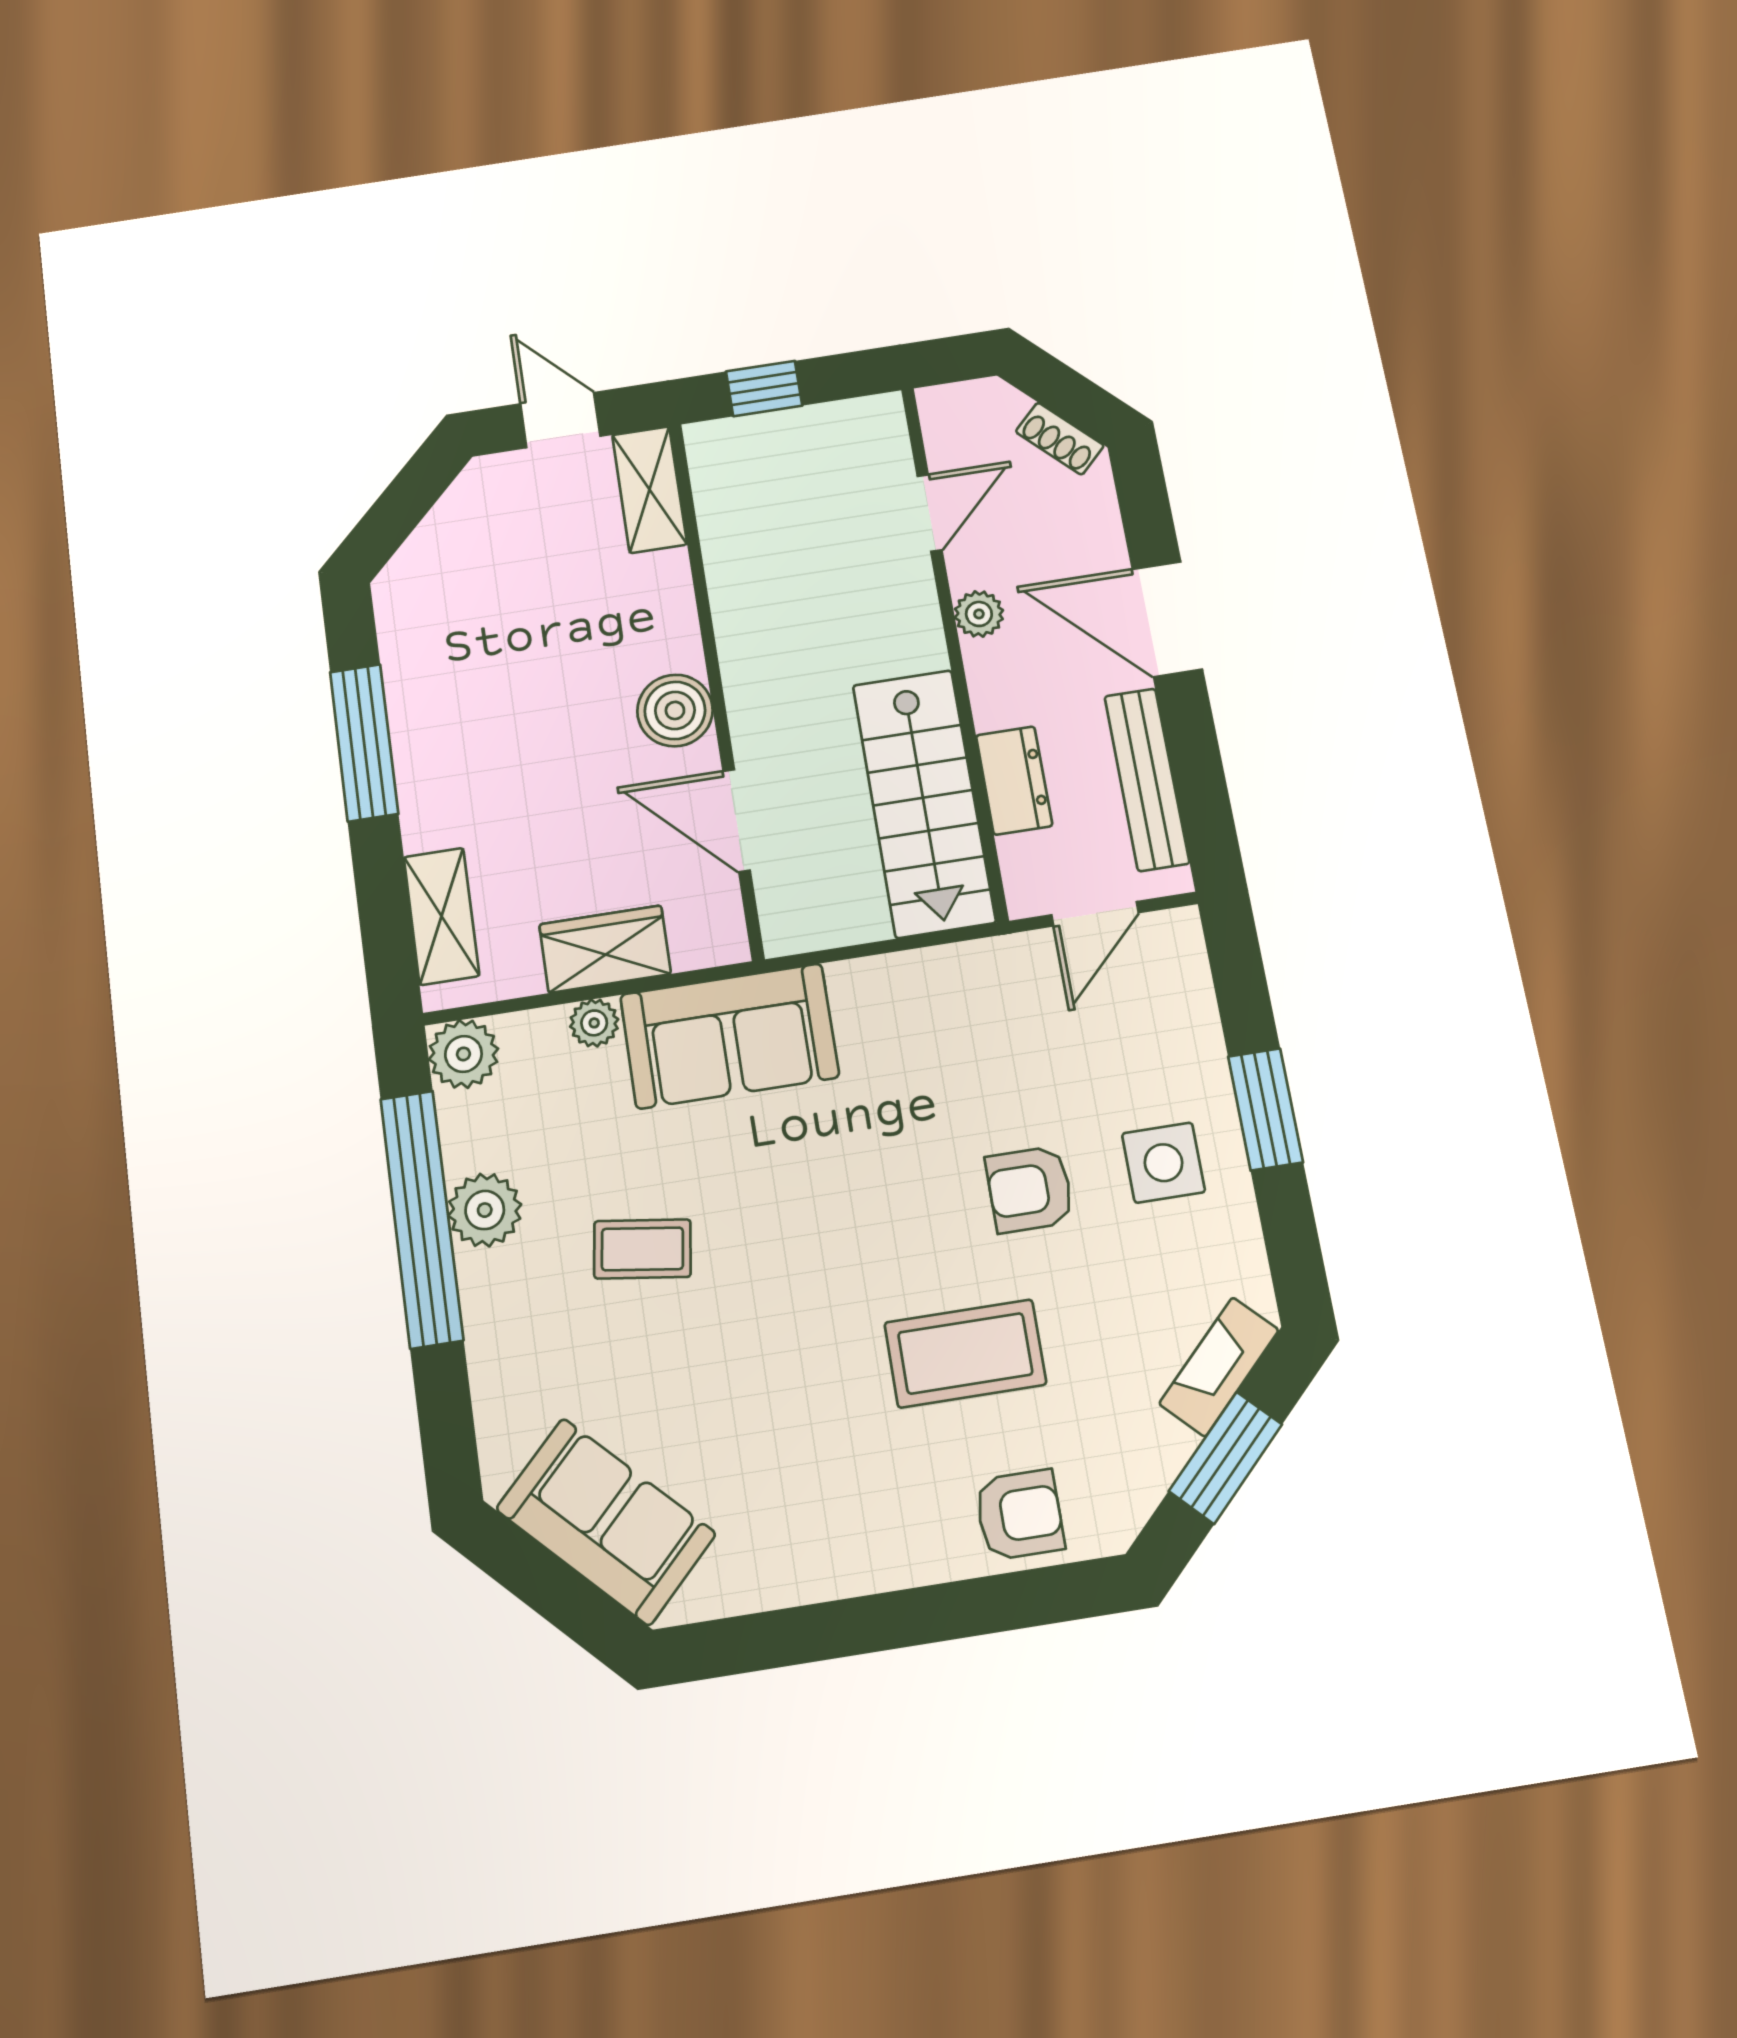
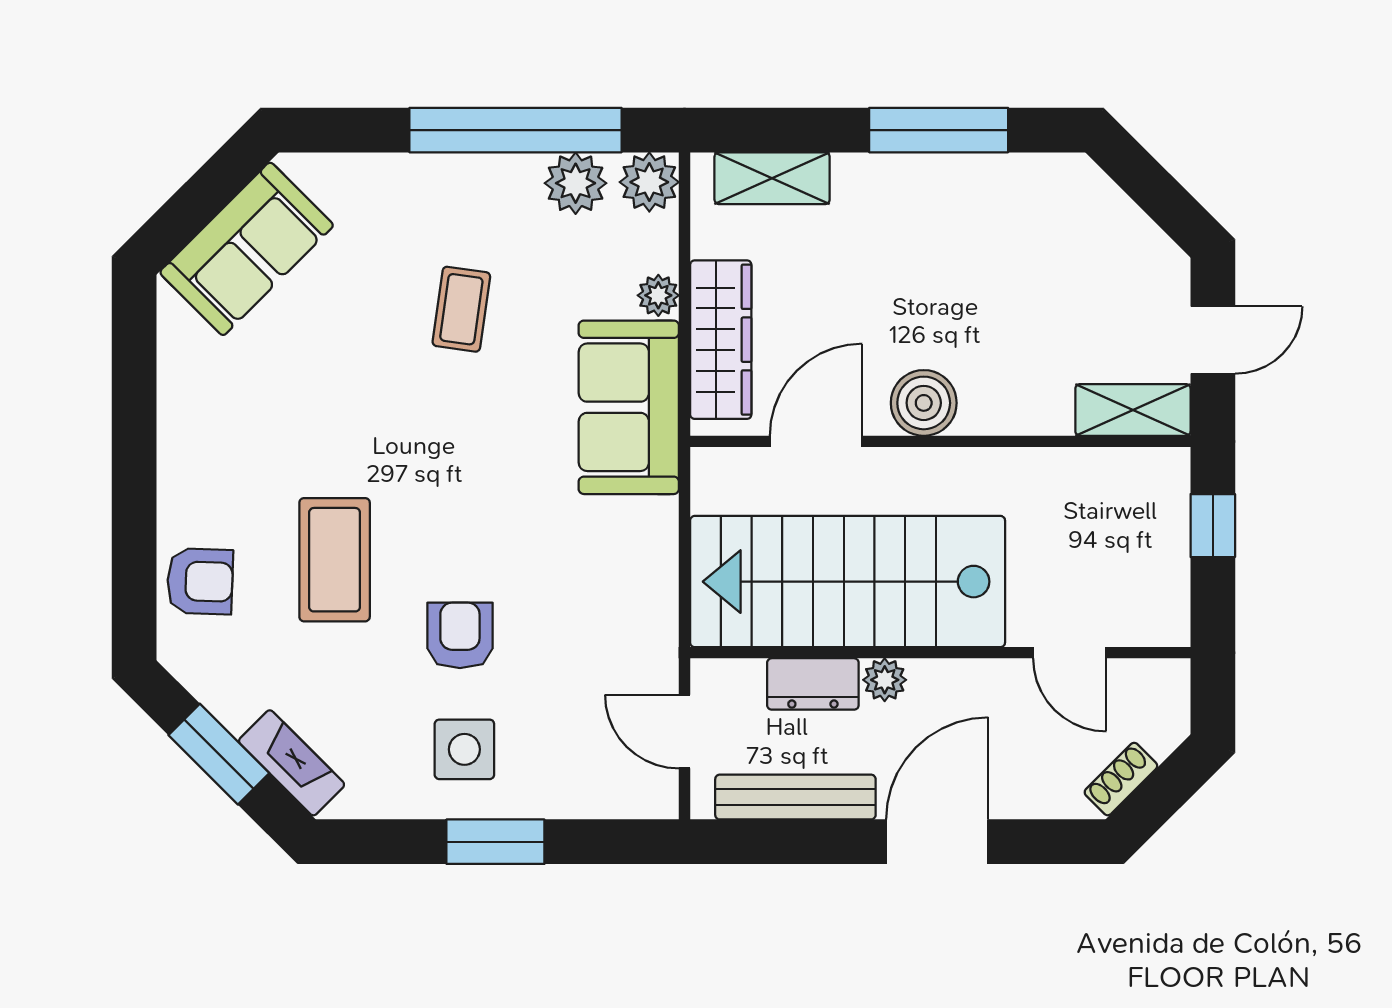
plant: (979, 614) -> (885, 680), moved
stairs: (924, 803) -> (848, 582), width x1.36, depth x1.51
wardrobe: (605, 949) -> (721, 340), width x1.50
plant: (485, 1210) -> (576, 183), moved
armchair: (1020, 1515) -> (200, 581), turned -88

